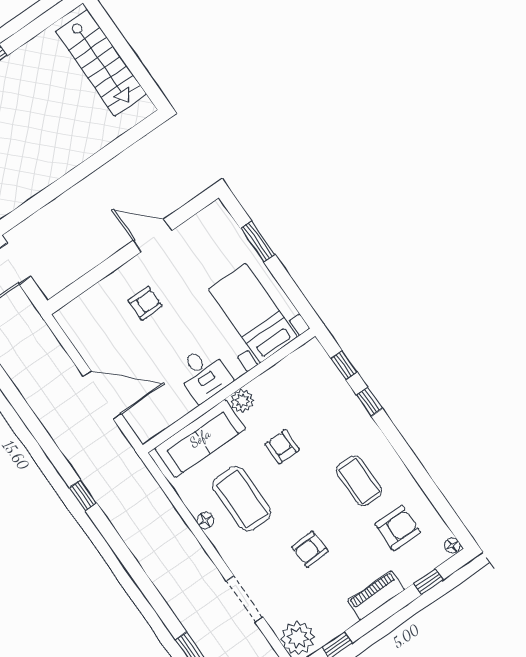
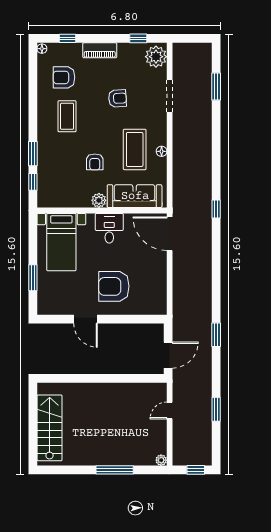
armchair: (145, 303) -> (114, 286), width x1.88, depth x1.88
door: (102, 395) -> (170, 234), moved
window: (369, 402) -> (33, 154), width x1.50

